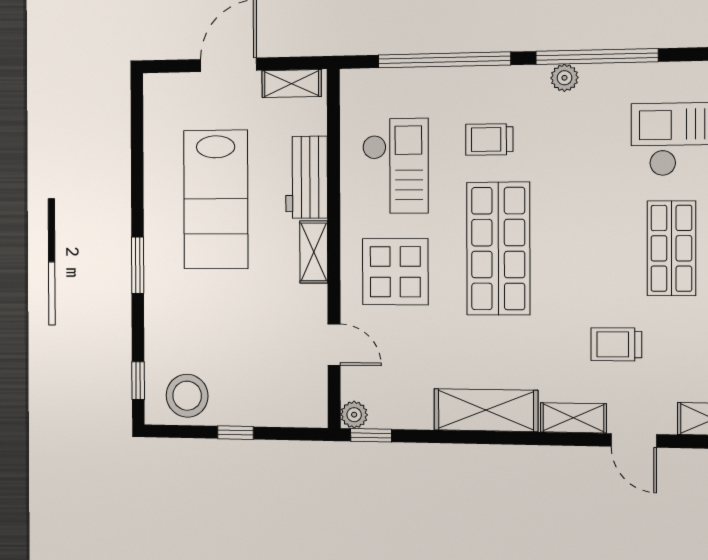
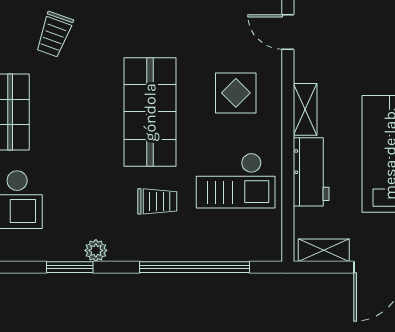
window: (597, 56) -> (70, 267), width x0.47
checkout: (395, 166) -> (236, 181), turned -90
display table: (395, 272) -> (236, 93), width x0.73, depth x0.73
trolley: (616, 344) -> (54, 34), turned 110

